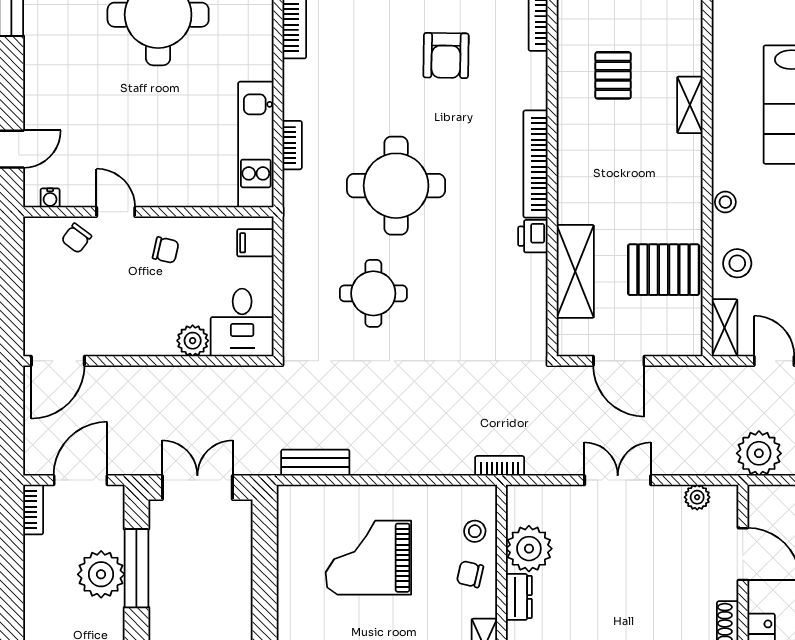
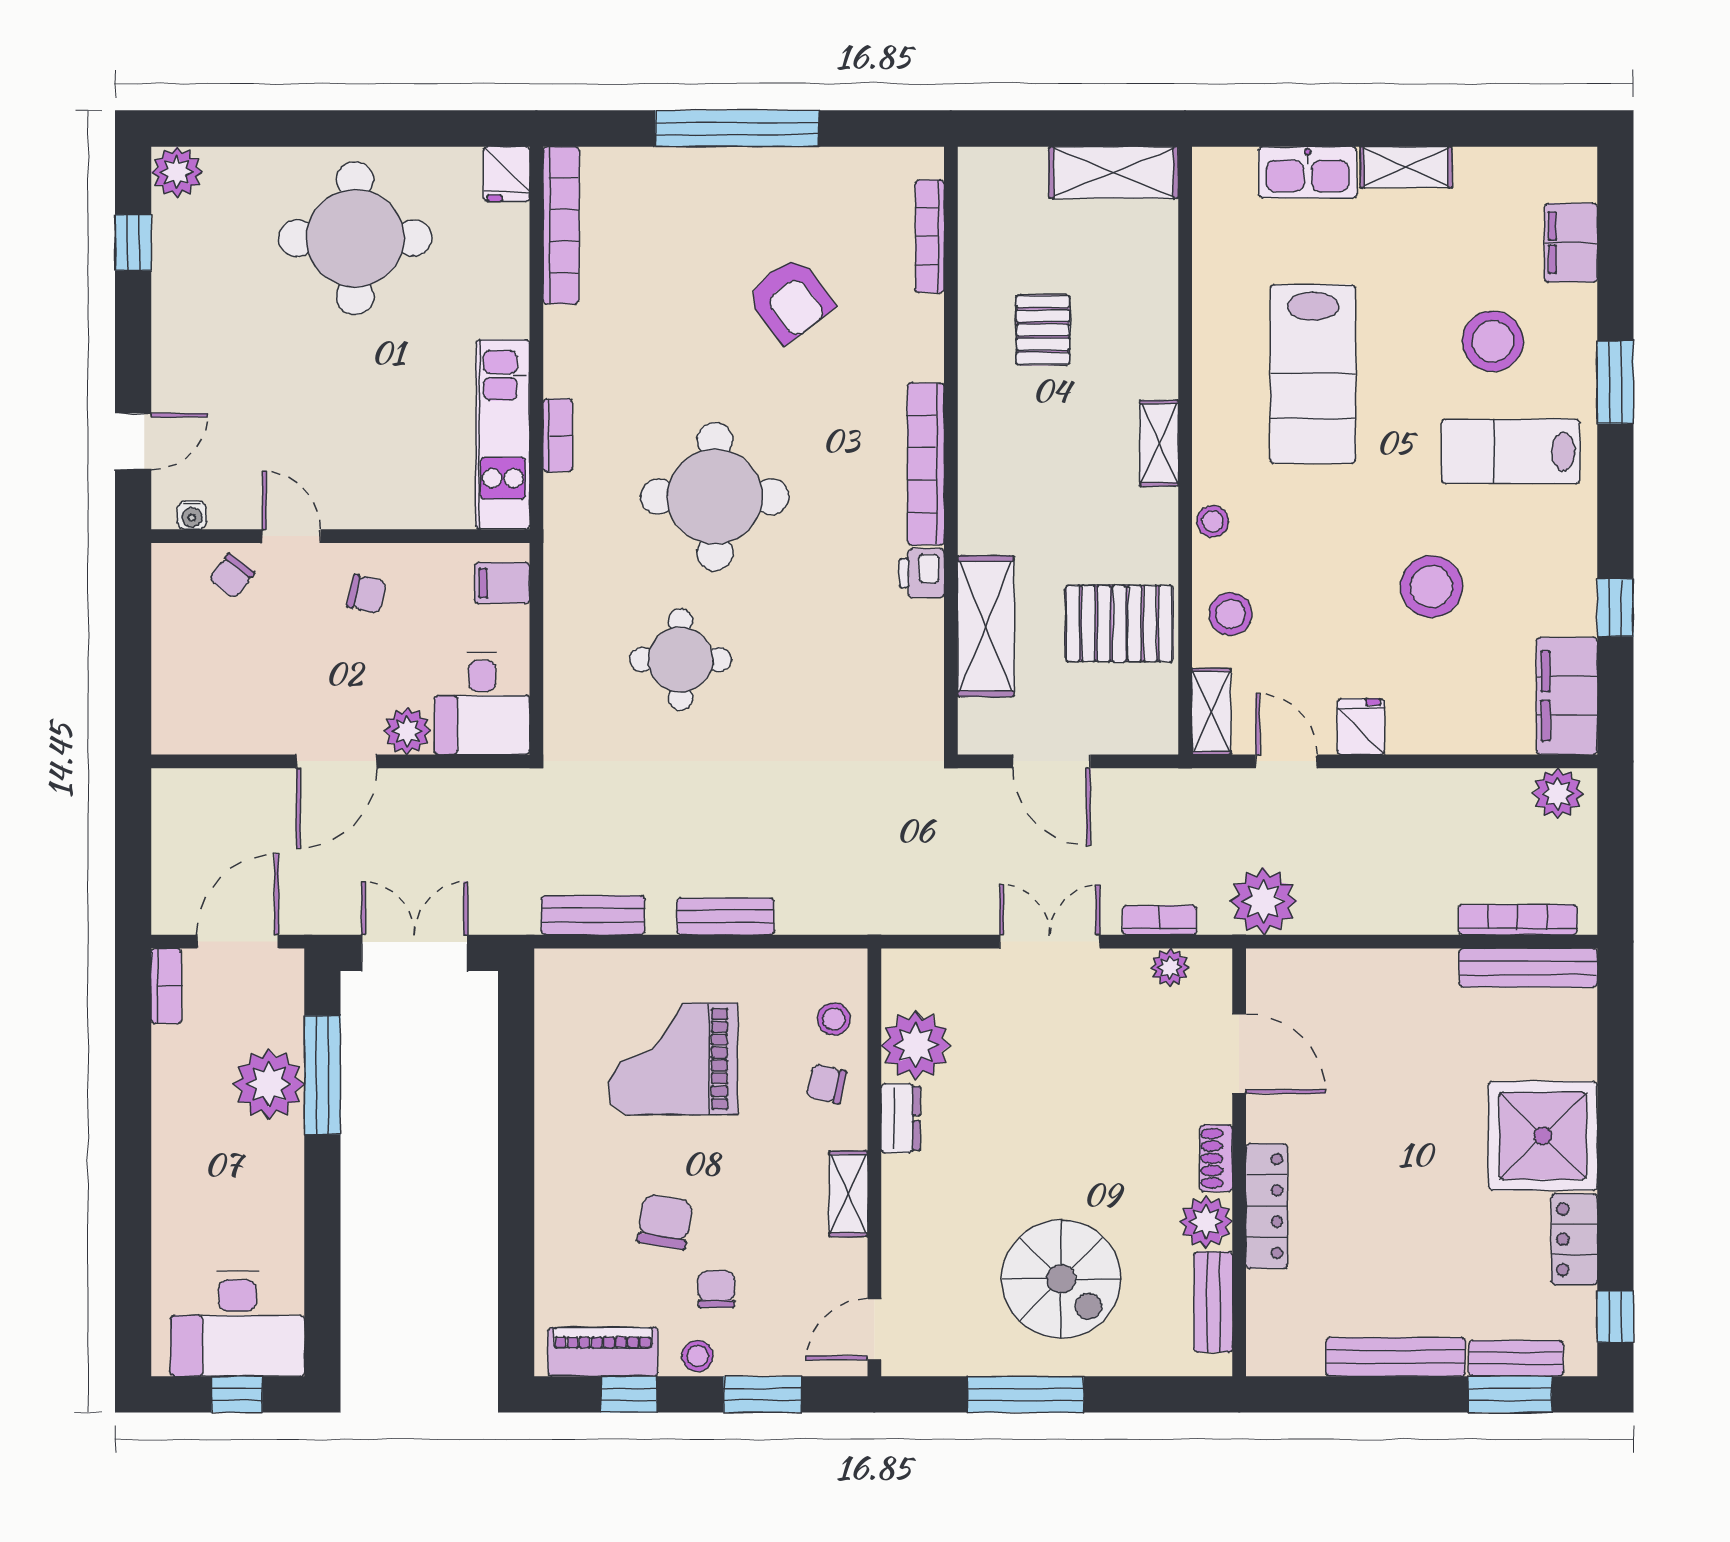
armchair: (446, 55) -> (790, 300), turned -38
shelving: (690, 105) -> (1159, 443), moved
door: (58, 361) -> (336, 761), moved
bench: (403, 463) -> (725, 916), added
bookcase: (500, 466) -> (1160, 920), moved

